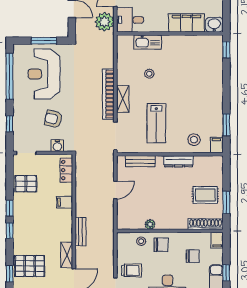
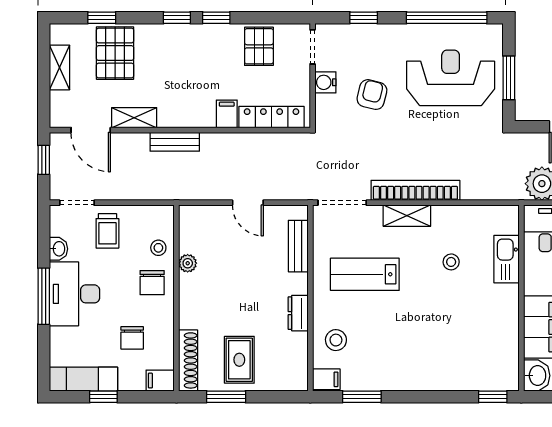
water cooler: (57, 146) -> (325, 82), moved
dresser: (179, 161) -> (298, 313), width x0.70
locker: (66, 170) -> (272, 117), width x1.53

